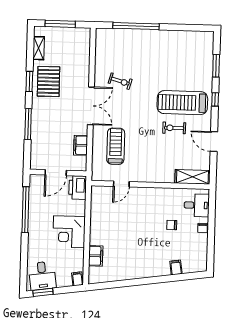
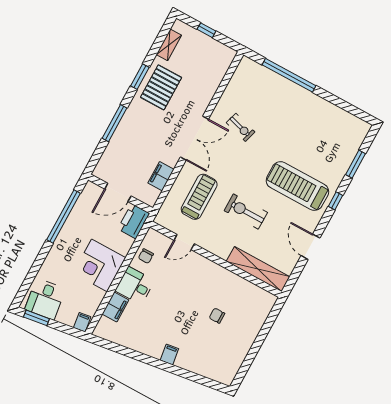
window: (60, 24) -> (206, 30), width x0.46
exercise bike: (174, 128) -> (246, 211), moved, width x1.38, depth x1.39
shelving: (192, 177) -> (258, 269), width x1.47
desk: (197, 205) -> (135, 286), moved, turned 180
chair: (203, 228) -> (146, 256), moved
filing cabinet: (176, 267) -> (169, 354), moved

